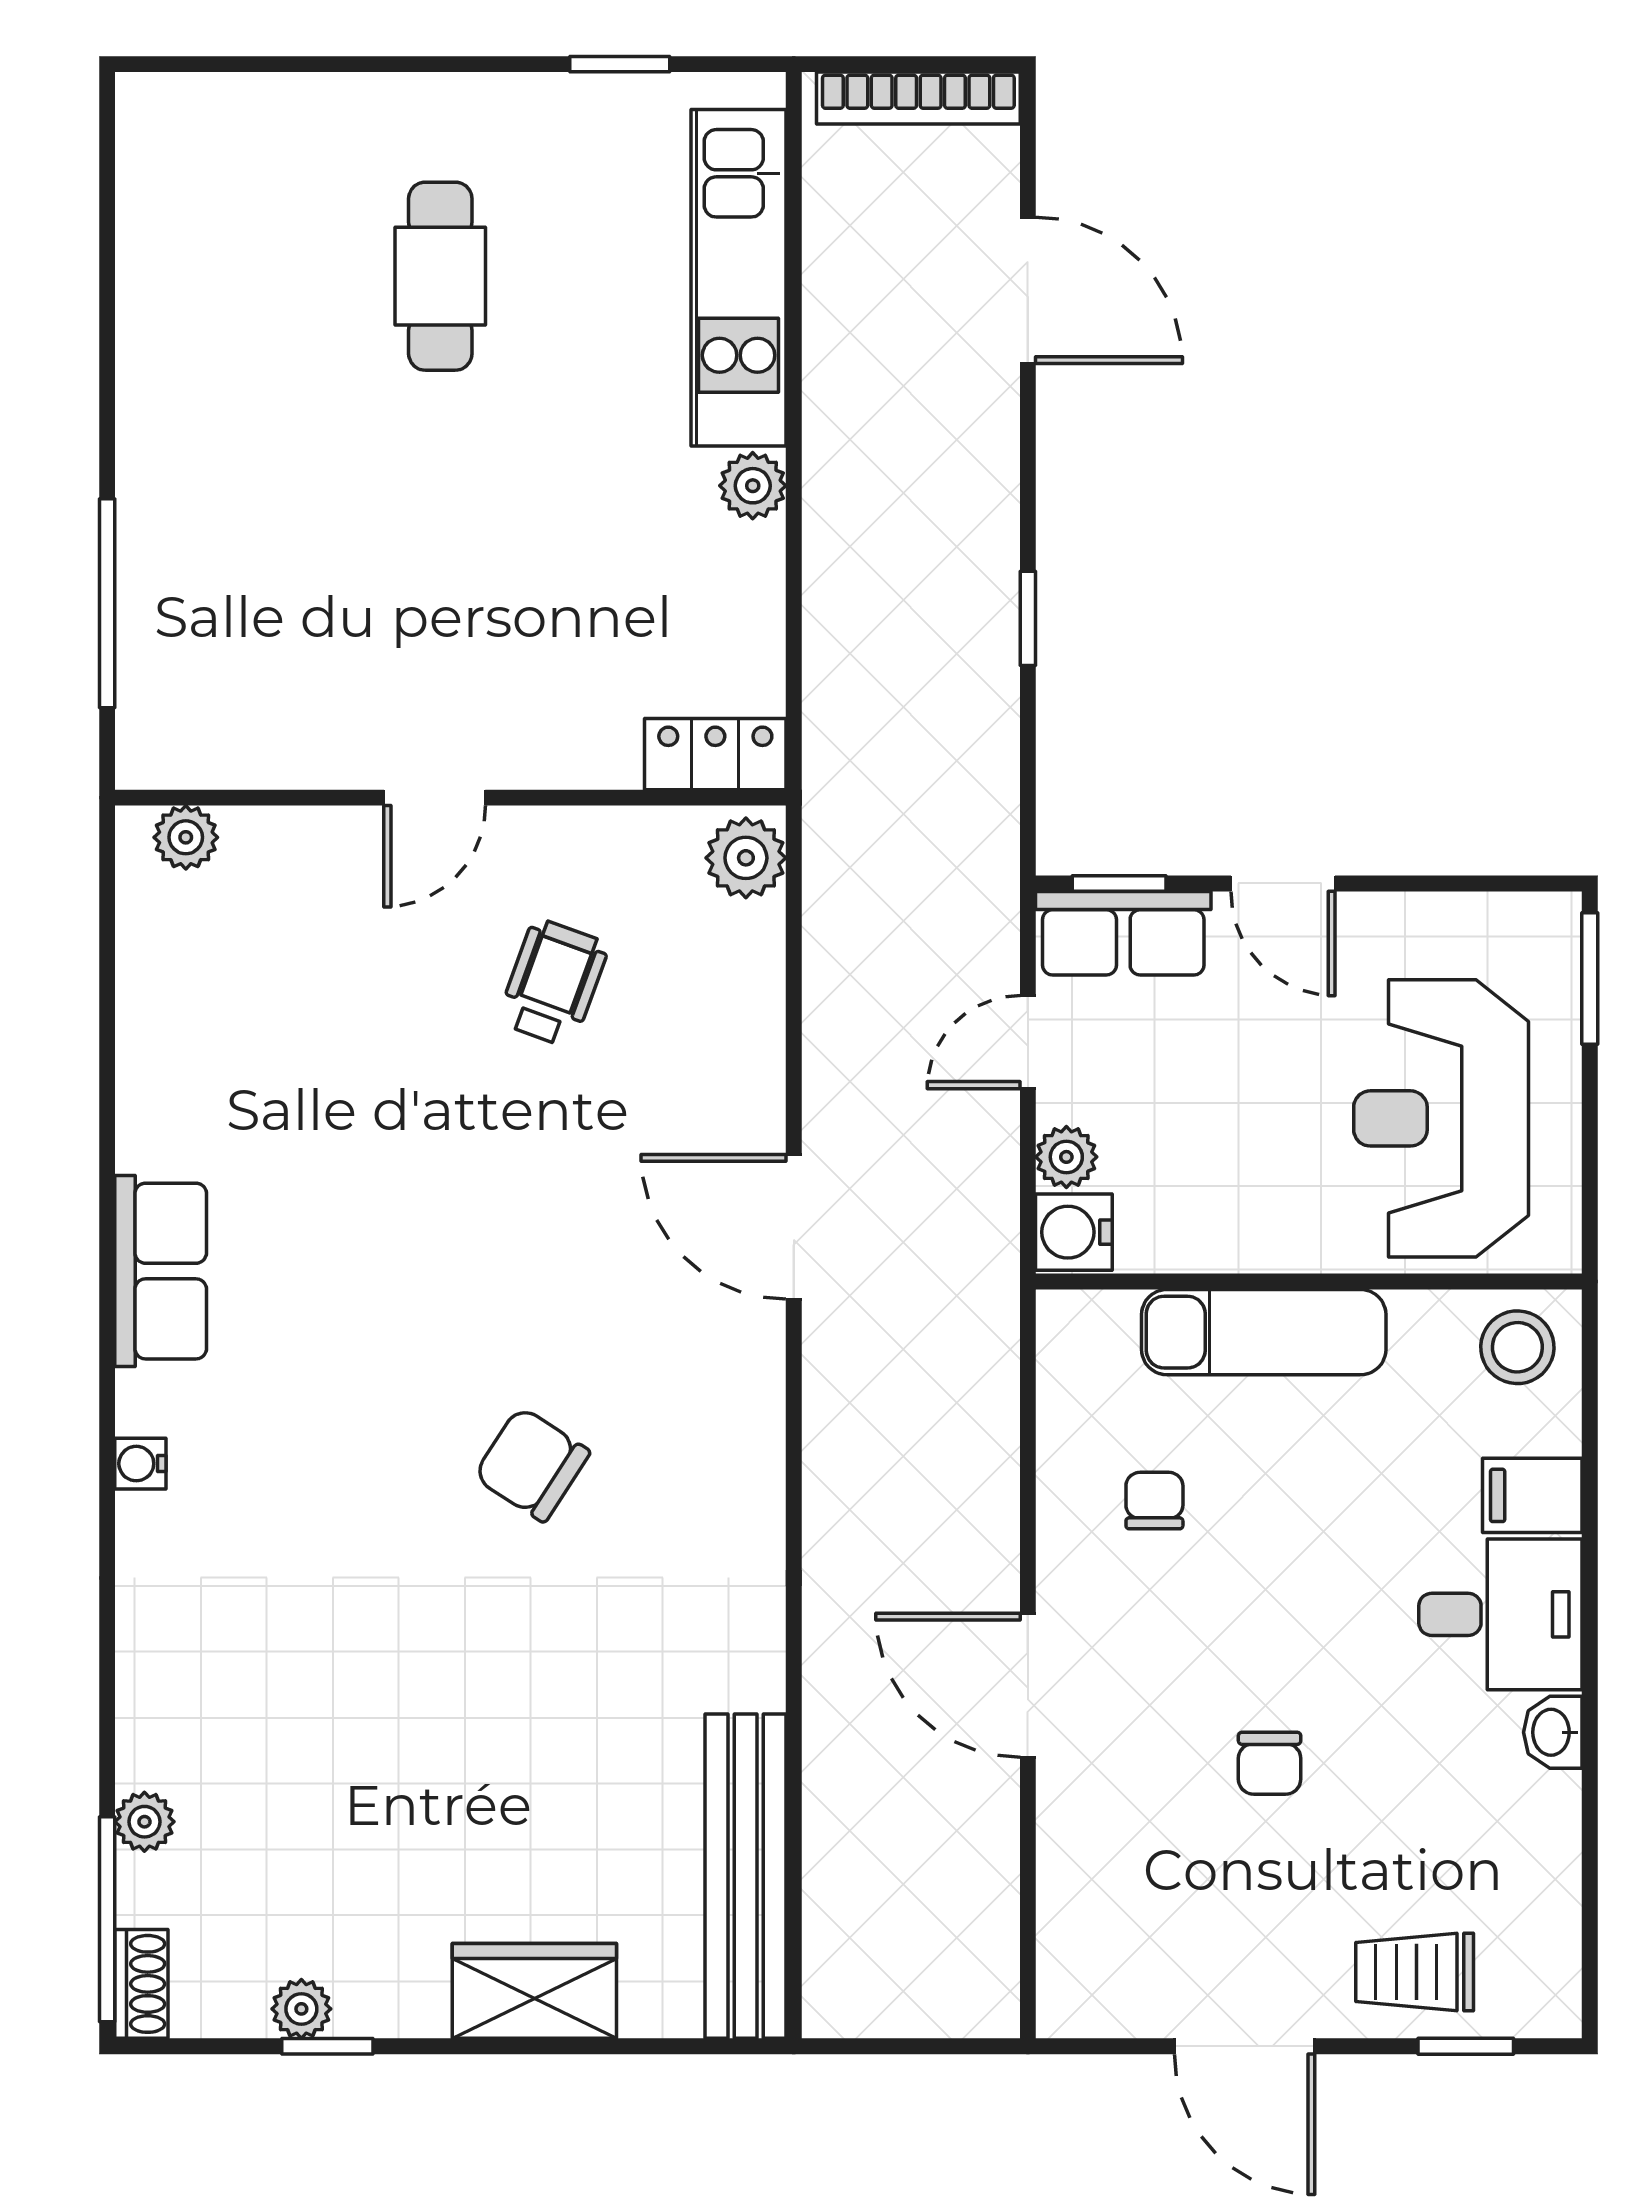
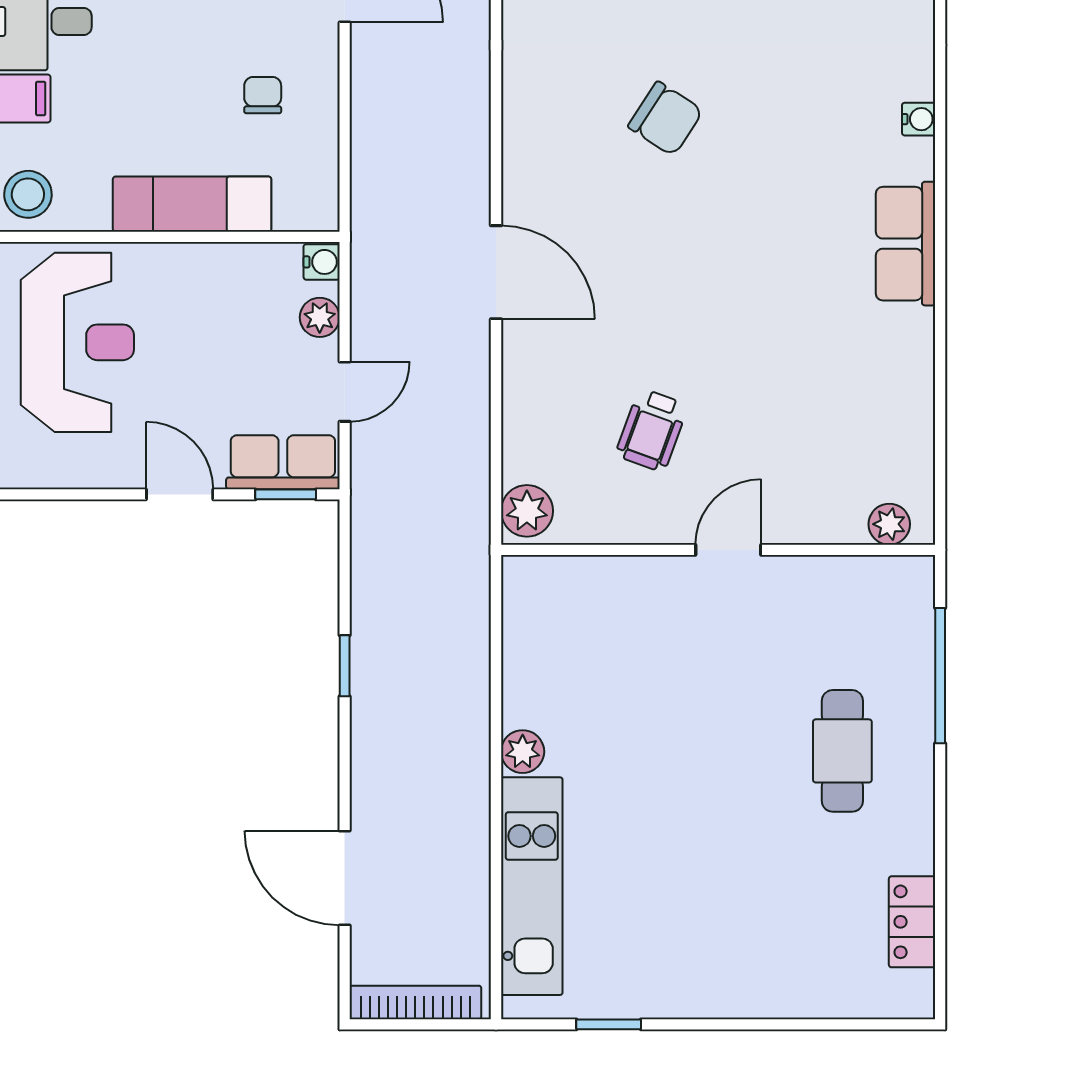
cafe table: (440, 276) -> (842, 751), moved
locker: (715, 754) -> (912, 922), moved, turned 90
water cooler: (1074, 1232) -> (322, 262), width x0.72, depth x0.72
chair: (1154, 1501) -> (263, 95), turned 180

